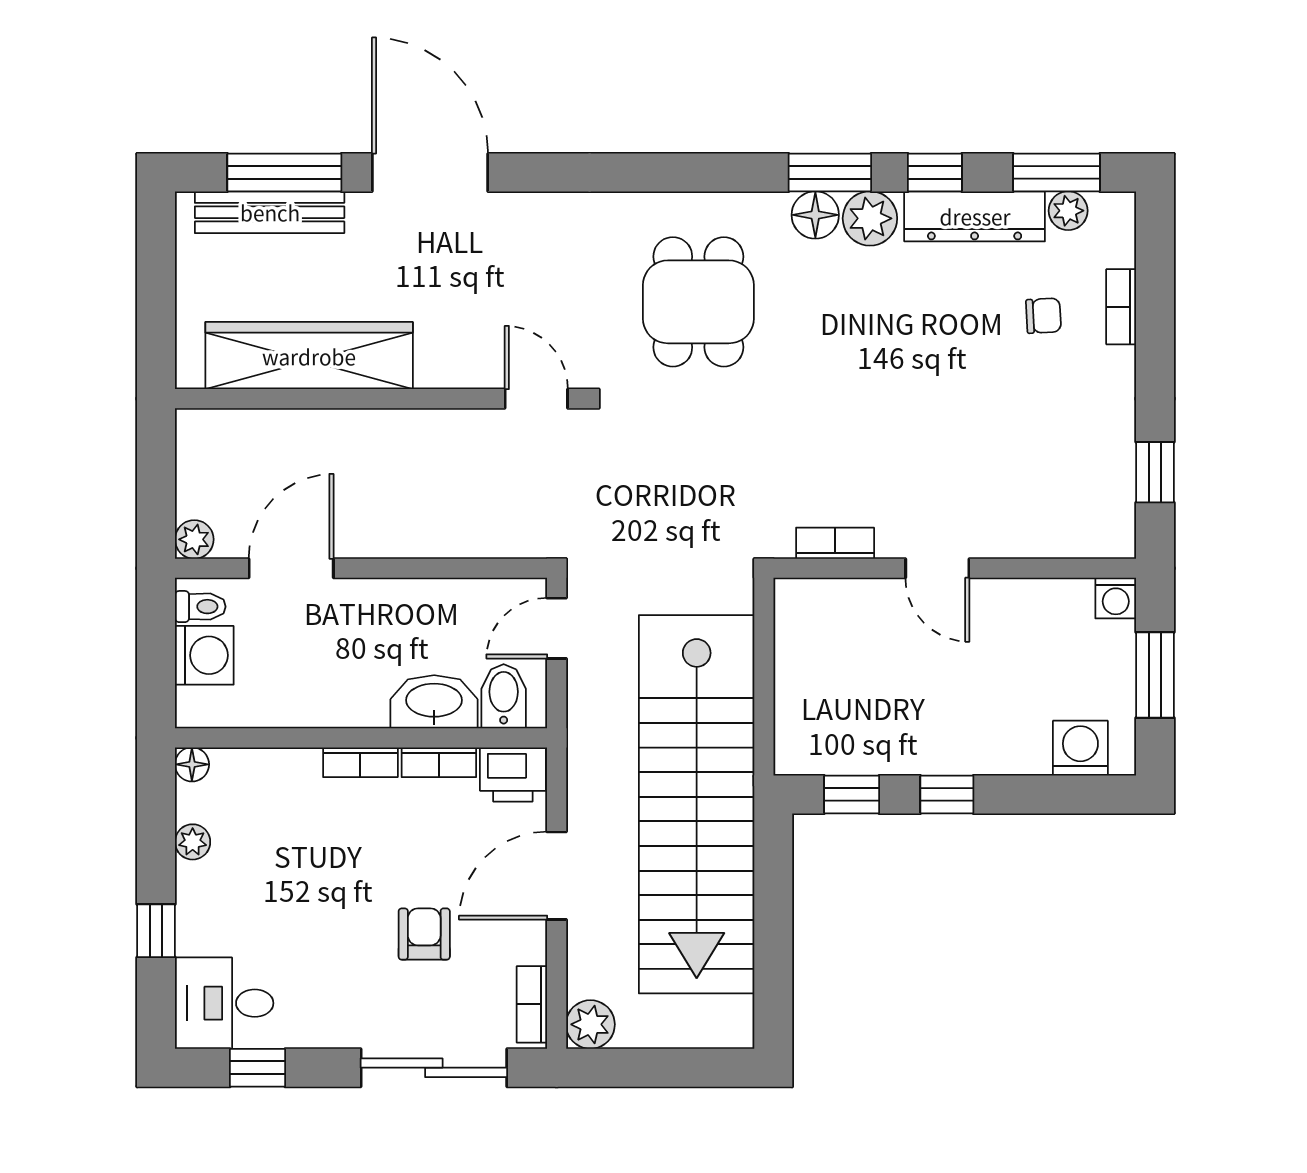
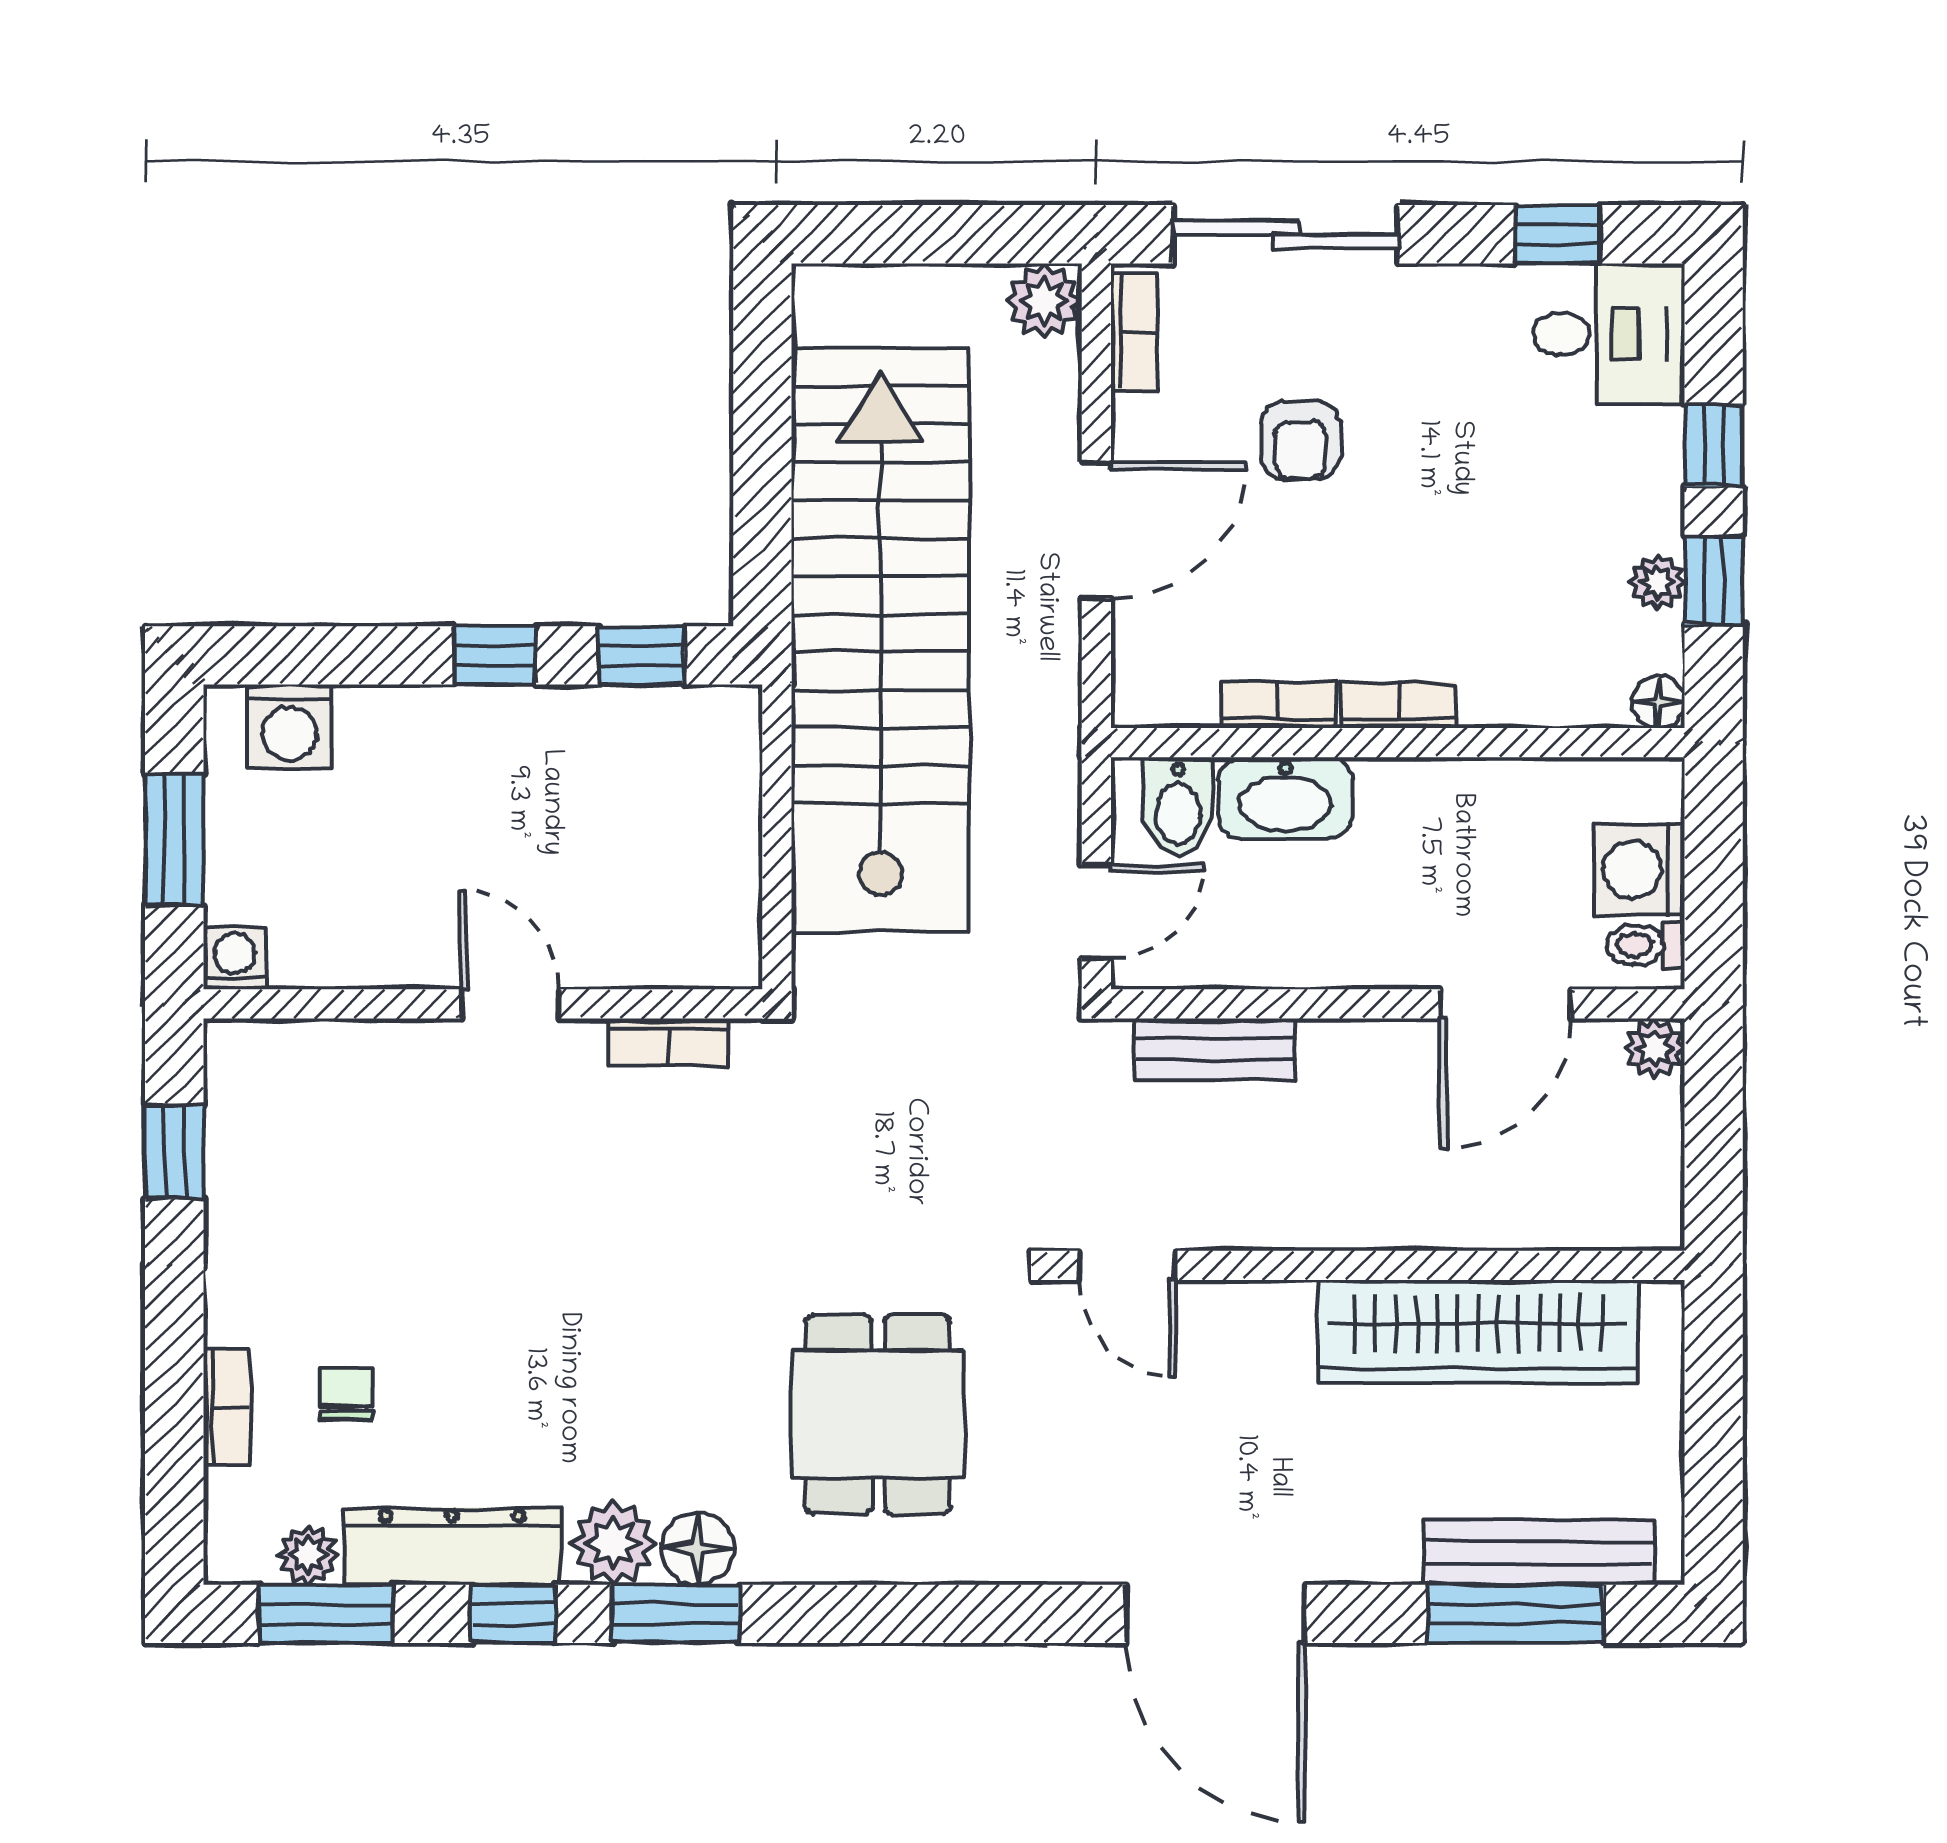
door: (430, 172) -> (1215, 1614), moved
chair: (1043, 316) -> (346, 1393), turned 93
bench: (480, 539) -> (1215, 1049), added
printer: (513, 775) -> (1164, 686), removed
window: (156, 843) -> (1714, 580), added

